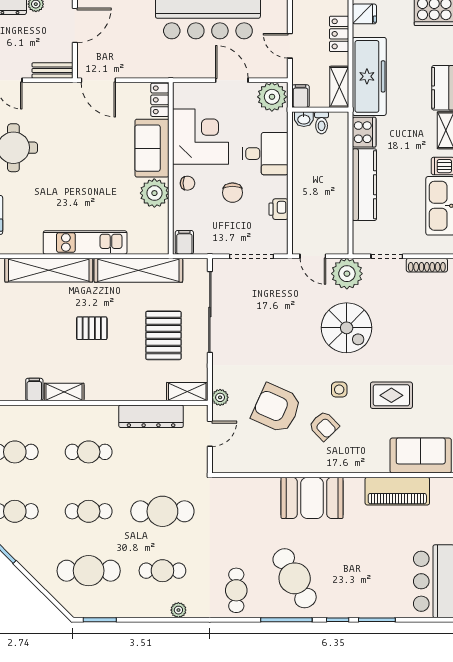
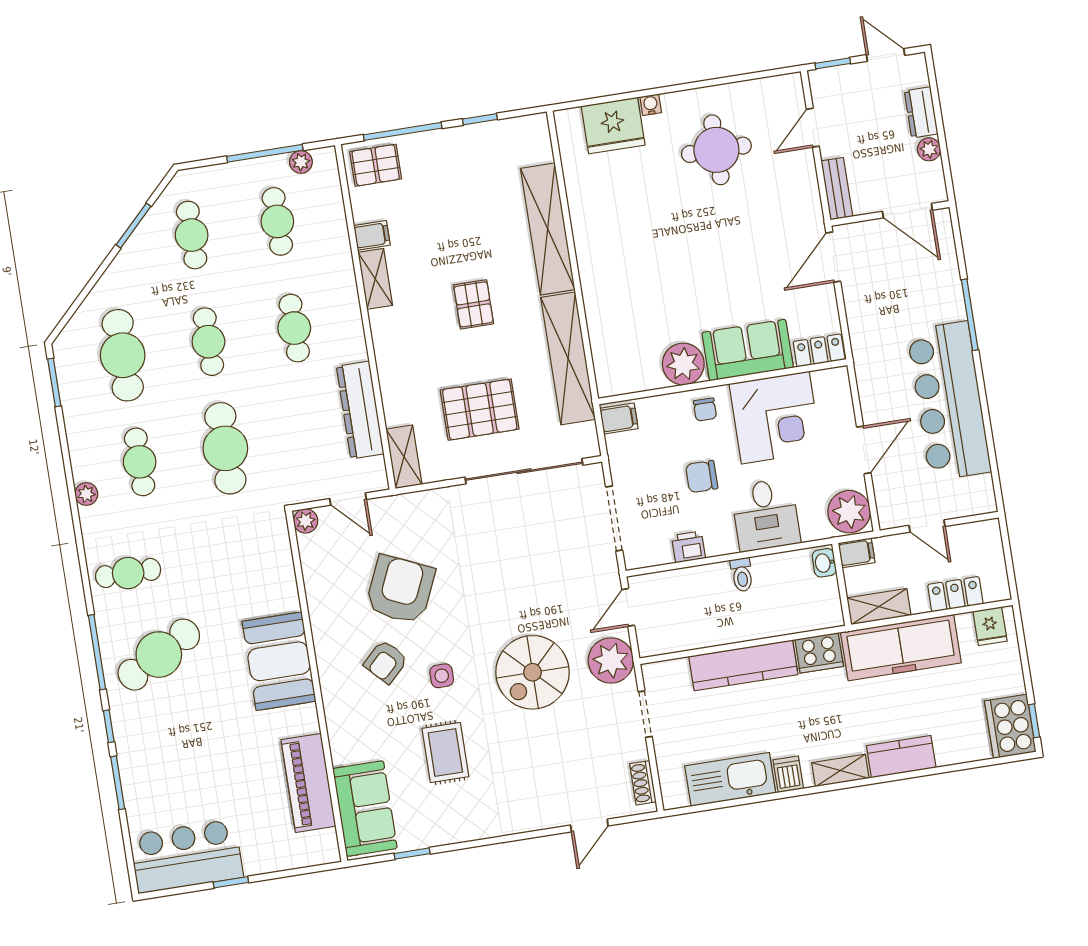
door: (290, 46) -> (927, 526), swing flipped
toilet: (322, 123) -> (742, 575), moved, turned -90
kitchen unit: (85, 242) -> (596, 275), removed
shoe rack: (427, 265) -> (643, 783), width x0.70
plant: (220, 397) -> (306, 521), moved

